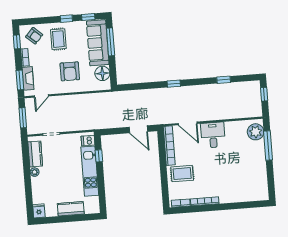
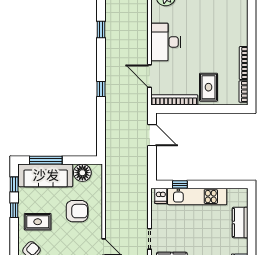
door: (188, 123) -> (149, 76), swing flipped
door: (138, 129) -> (152, 135), hinge flipped
desk: (213, 135) -> (166, 42), width x1.37

